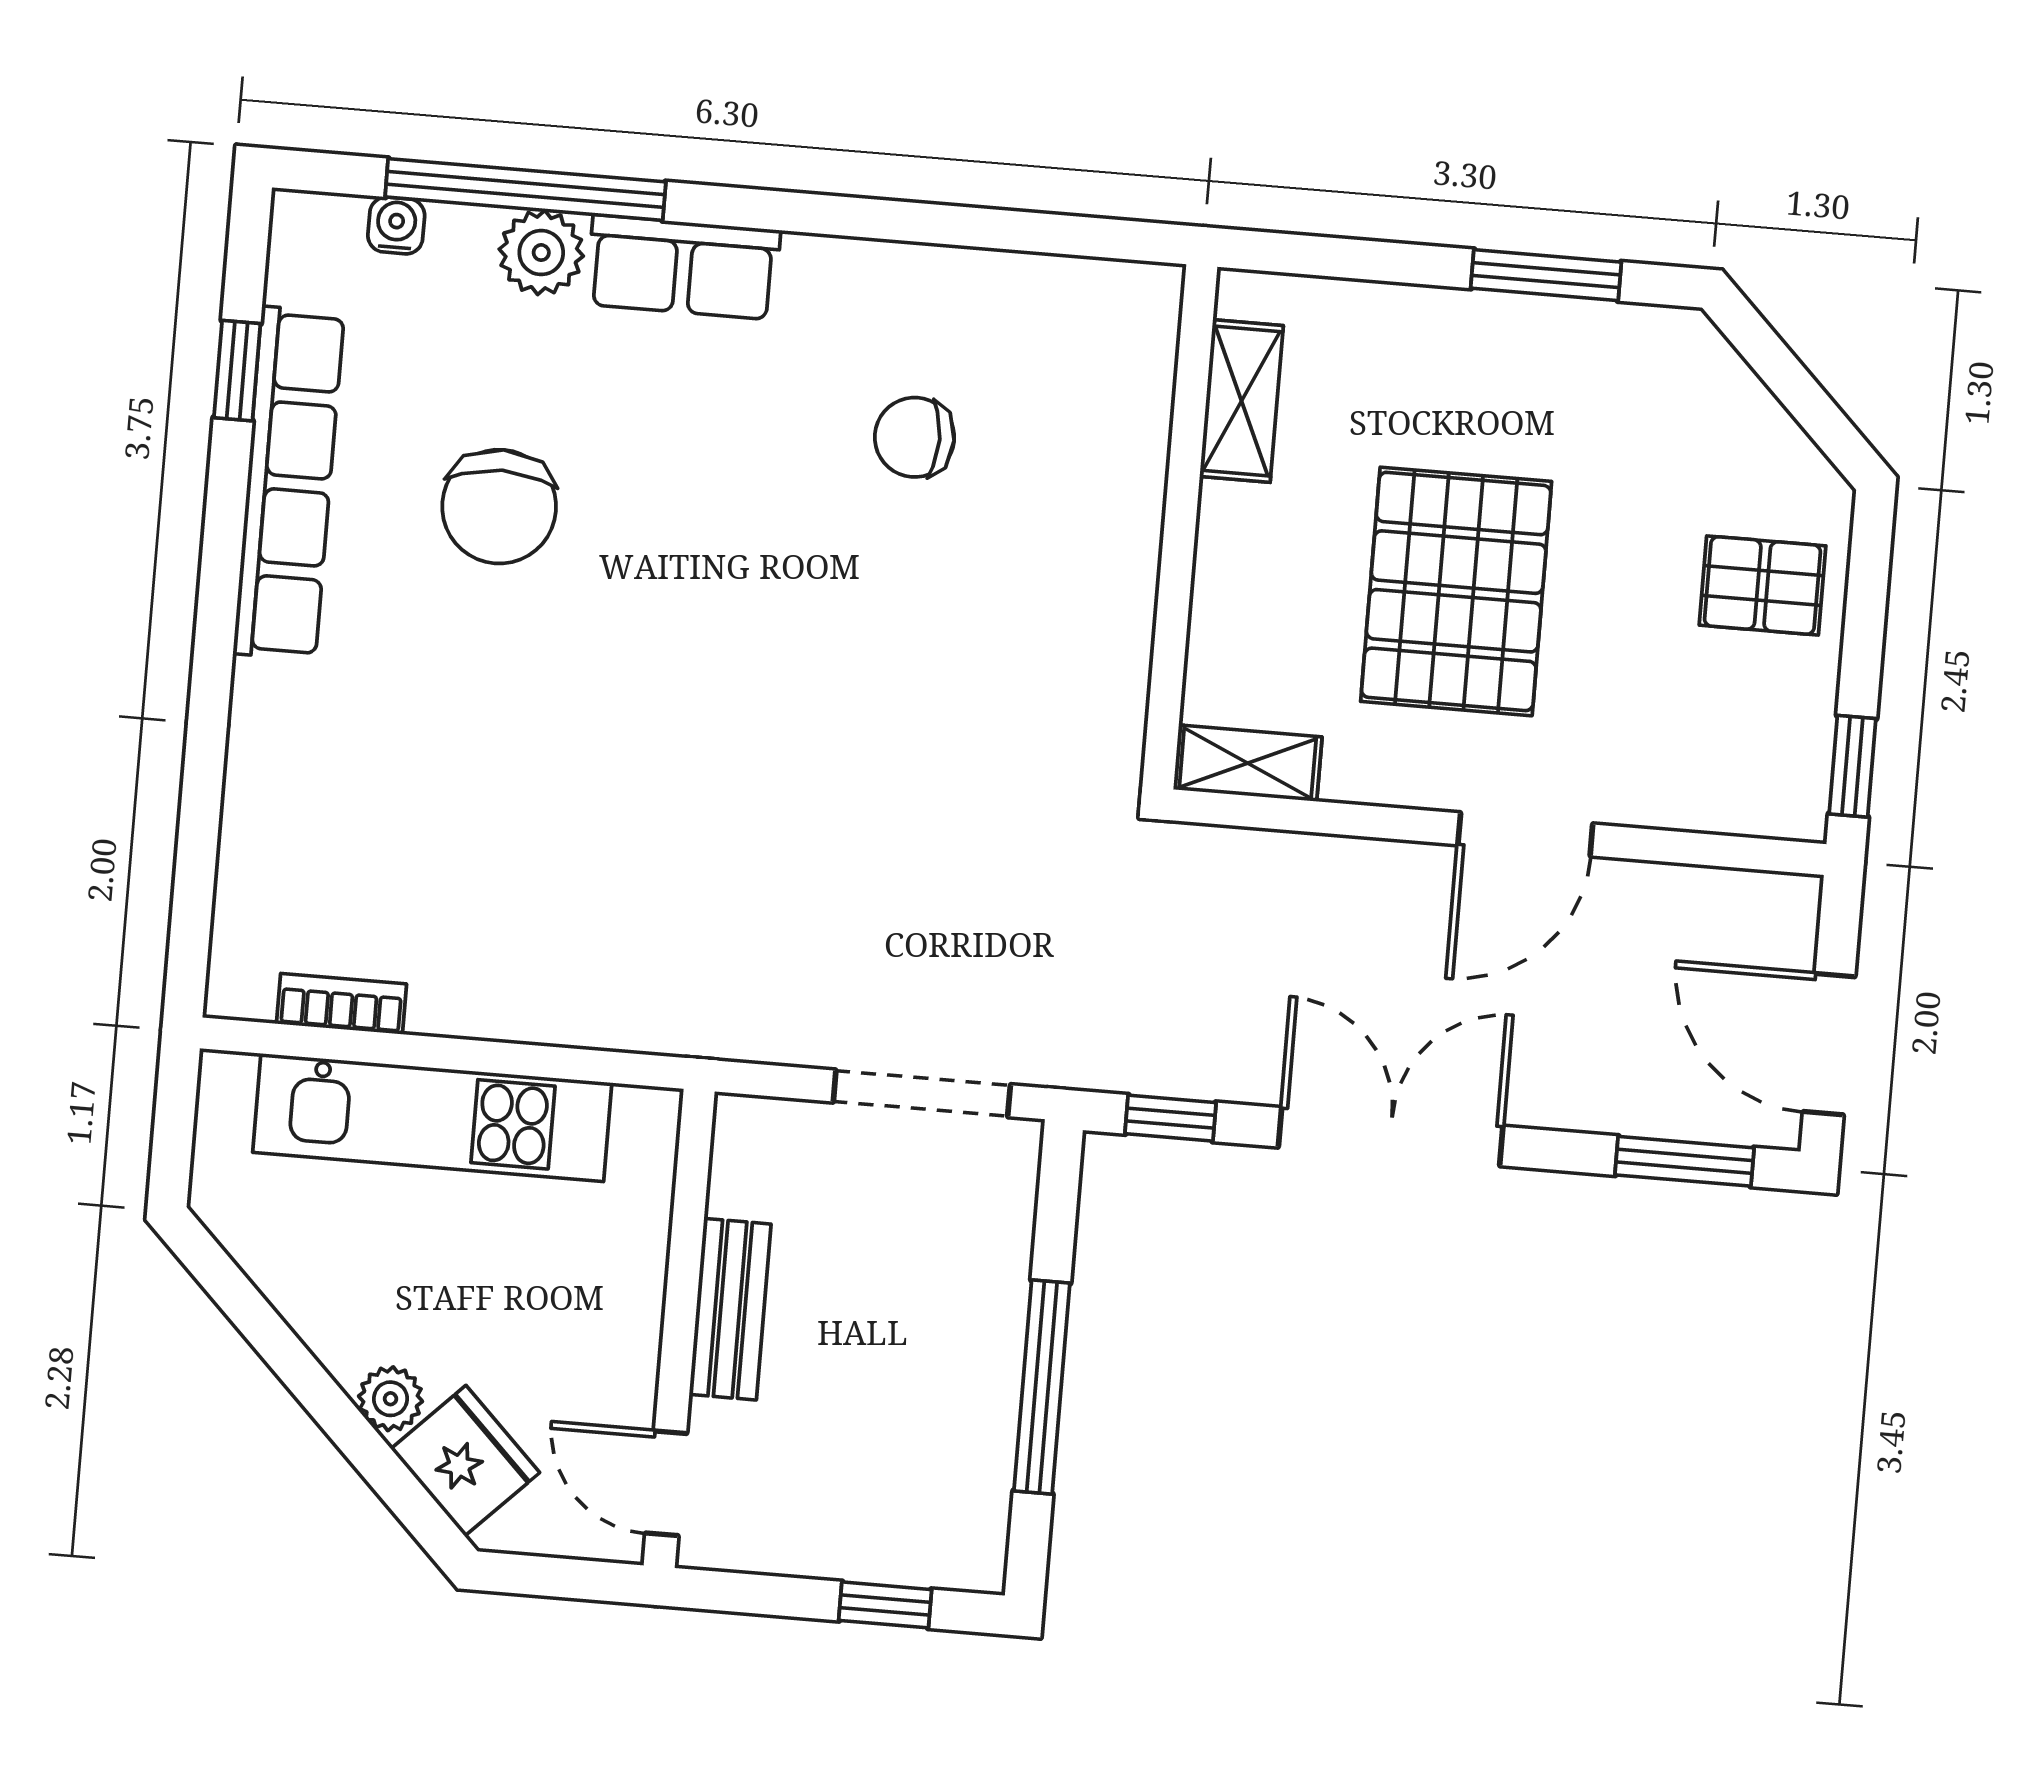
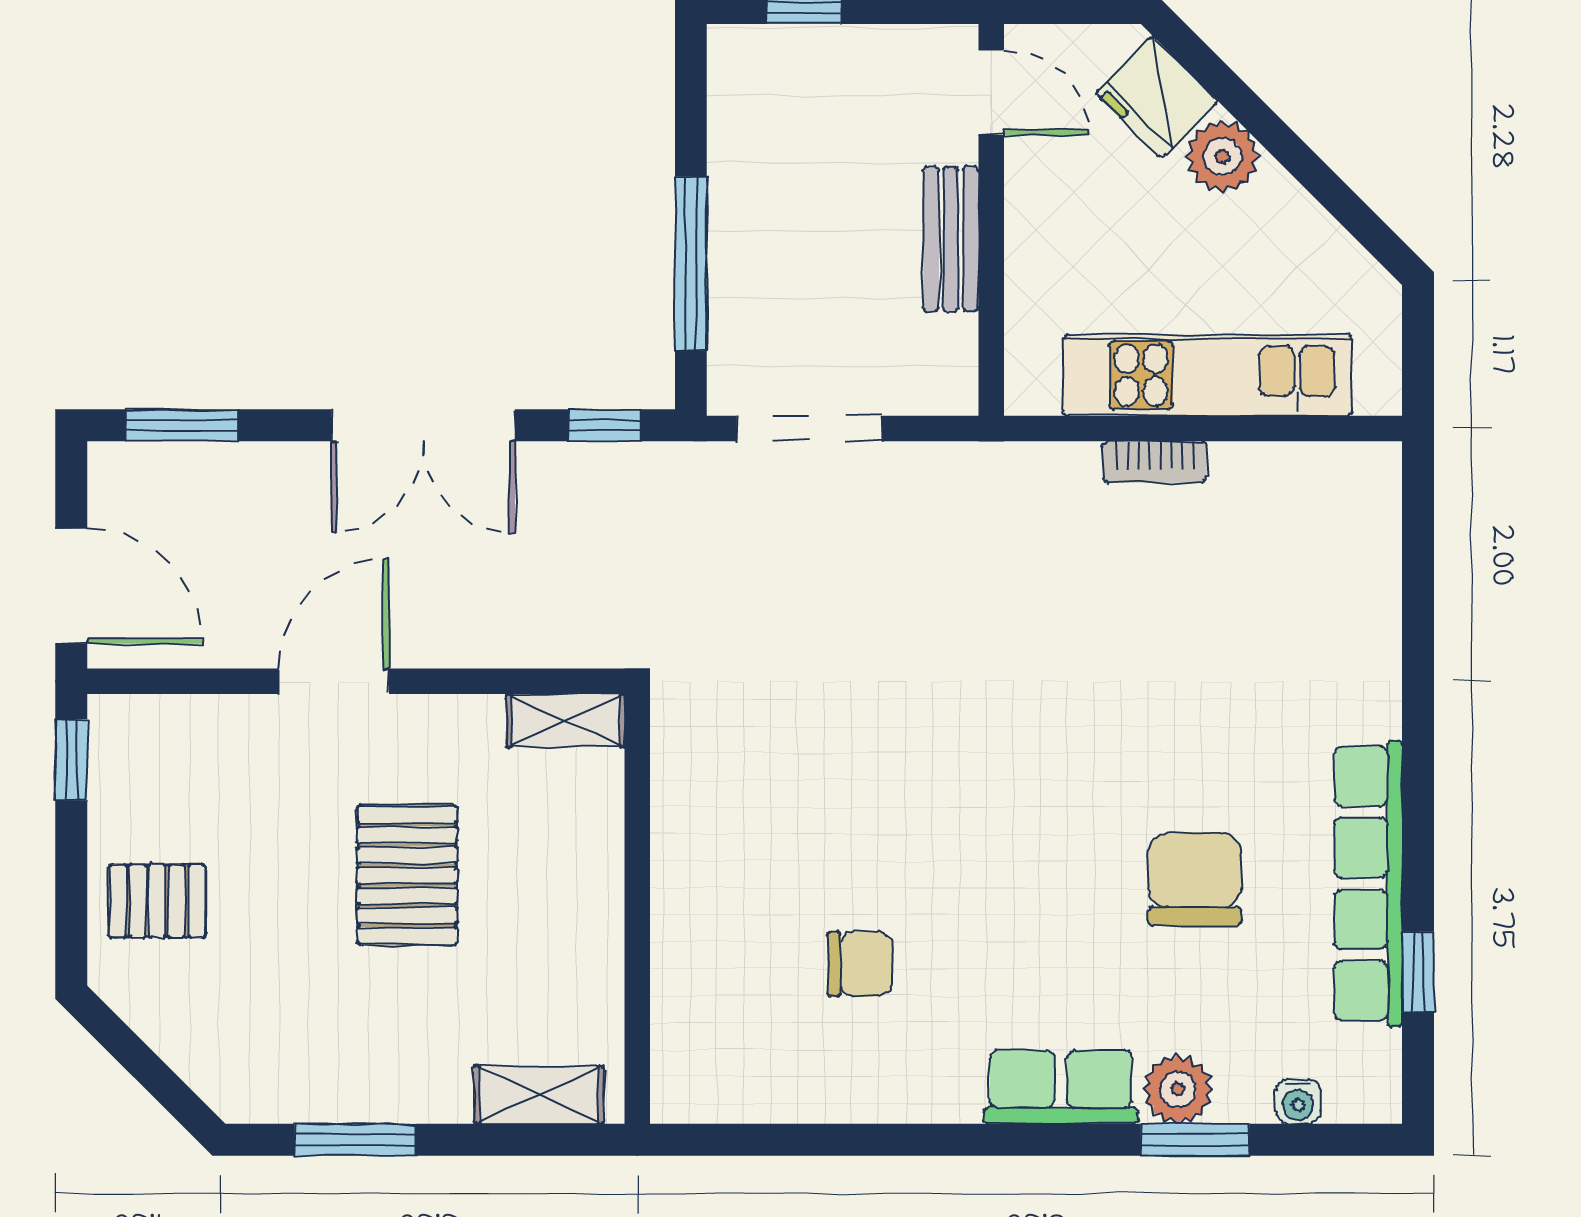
window: (525, 189) -> (1195, 1140), width x0.47
shelving: (1241, 401) -> (539, 1095), moved, turned 90
pallet: (1456, 591) -> (407, 875), width x0.73, depth x0.71
bookcase: (342, 1004) -> (1155, 462), moved
door: (1829, 1044) -> (71, 586), moved
window: (1042, 1387) -> (691, 263), moved
plant: (391, 1399) -> (1222, 156), width x1.38, depth x1.38

